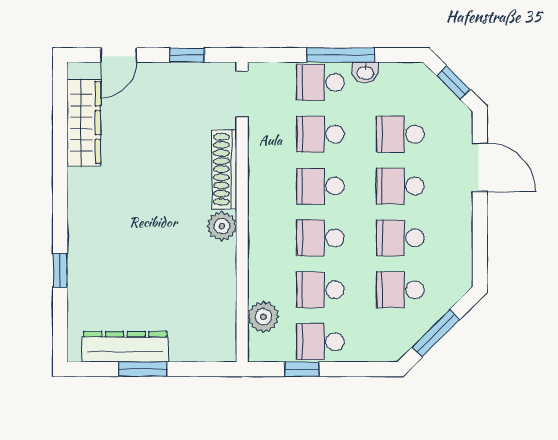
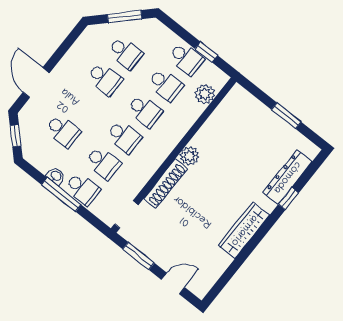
window: (187, 55) -> (139, 256), width x1.50
wardrobe: (84, 123) -> (244, 230), moved
school desk: (400, 186) -> (84, 105), removed
dresser: (125, 347) -> (287, 177), moved, turned 90

